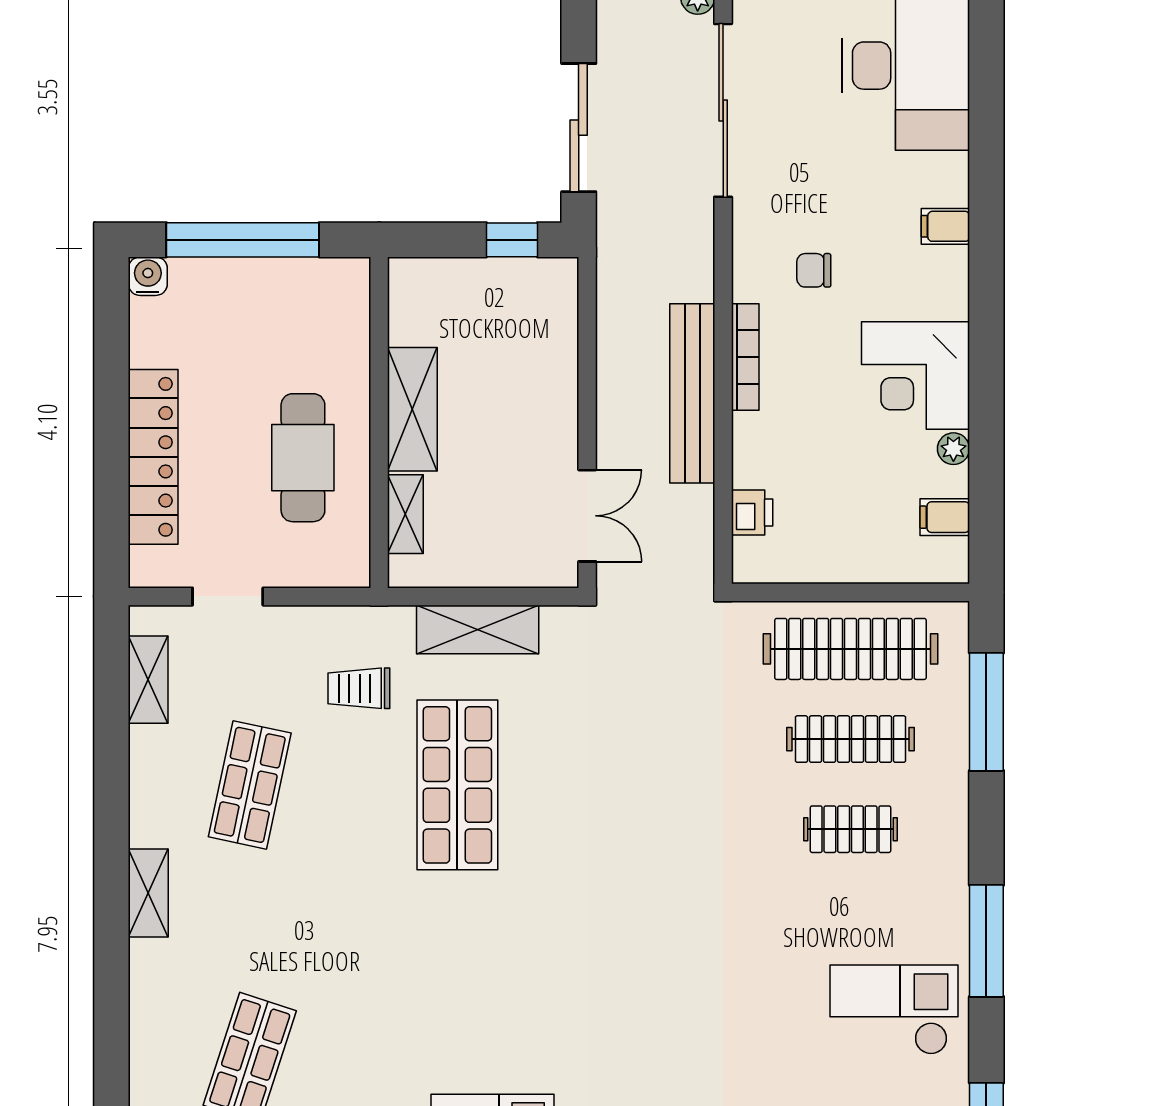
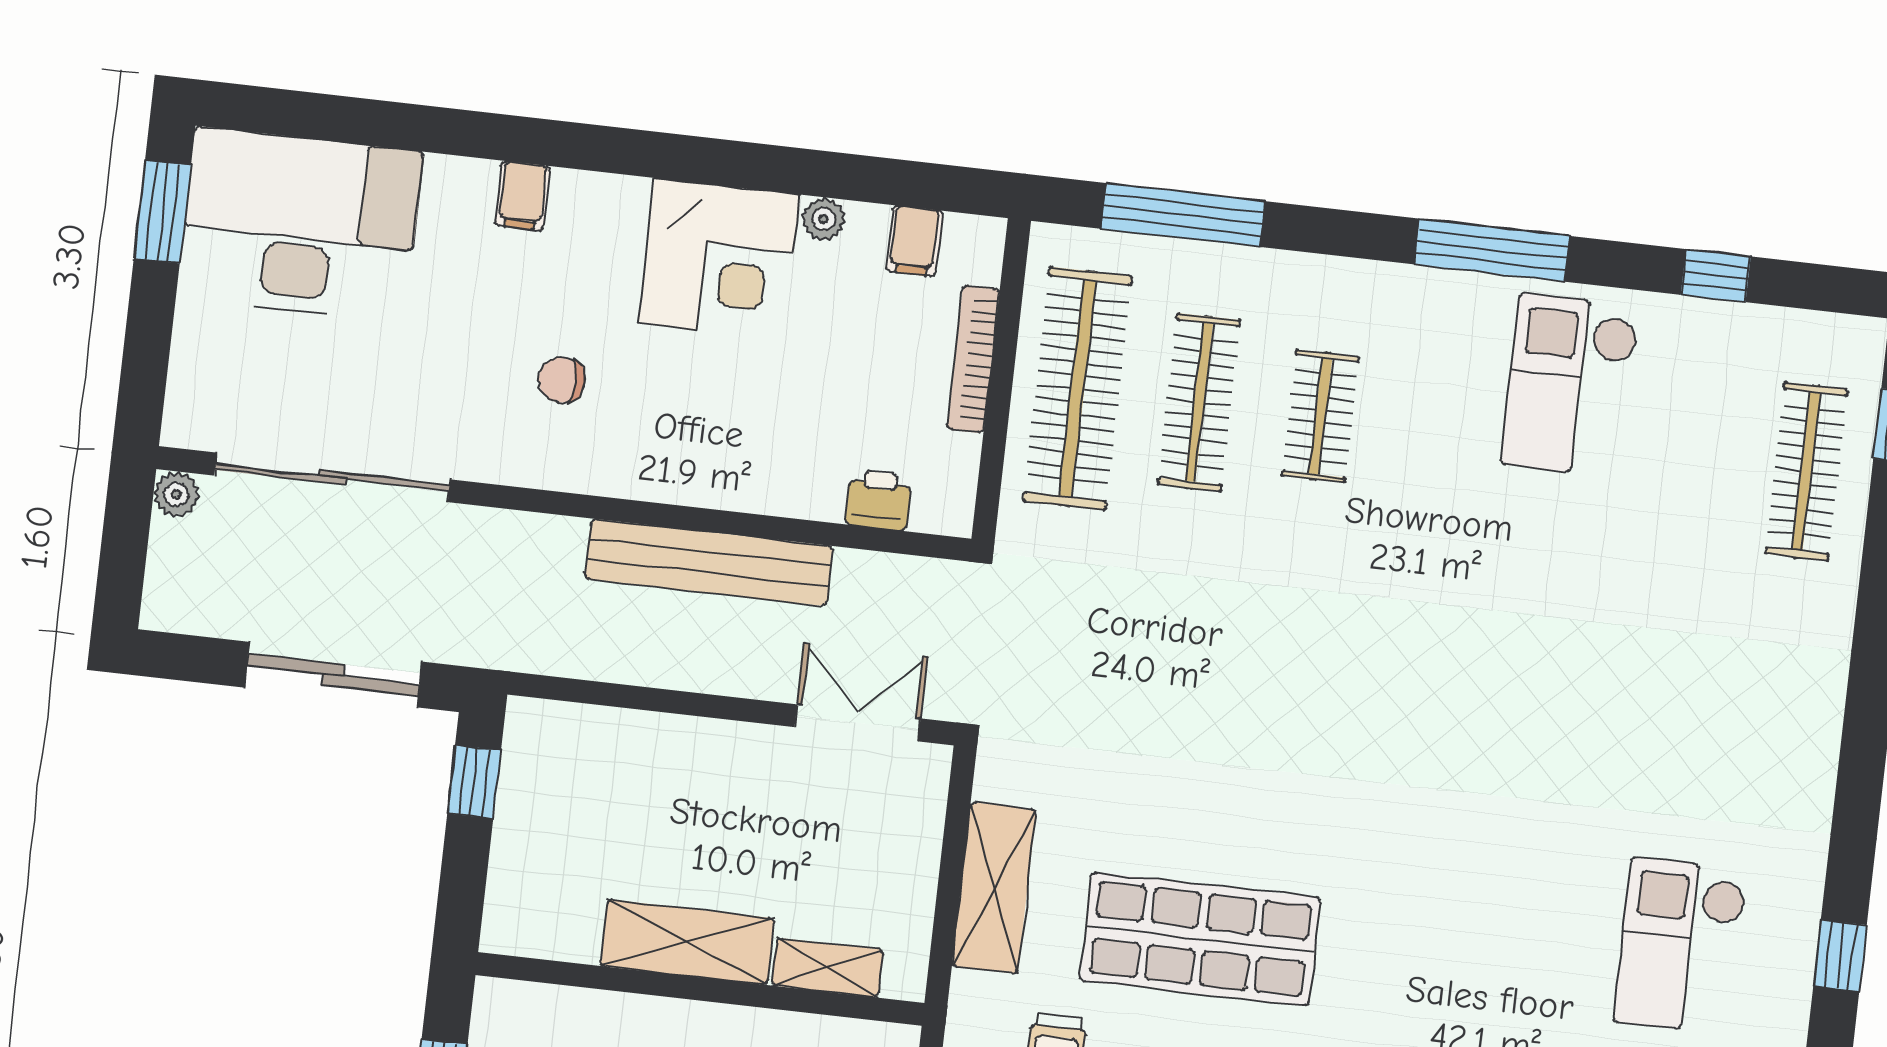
chair: (814, 270) -> (562, 380), turned 90
bookcase: (745, 357) -> (973, 359), moved, turned -90

